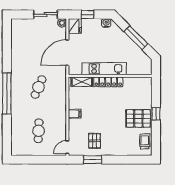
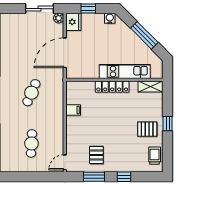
kitchen unit: (104, 69) -> (125, 71), moved
shelving: (82, 82) -> (151, 87), moved
filing cabinet: (75, 114) -> (73, 110), moved
pallet: (138, 118) -> (147, 129), width x0.67, depth x0.71
window: (118, 160) -> (124, 177), added

